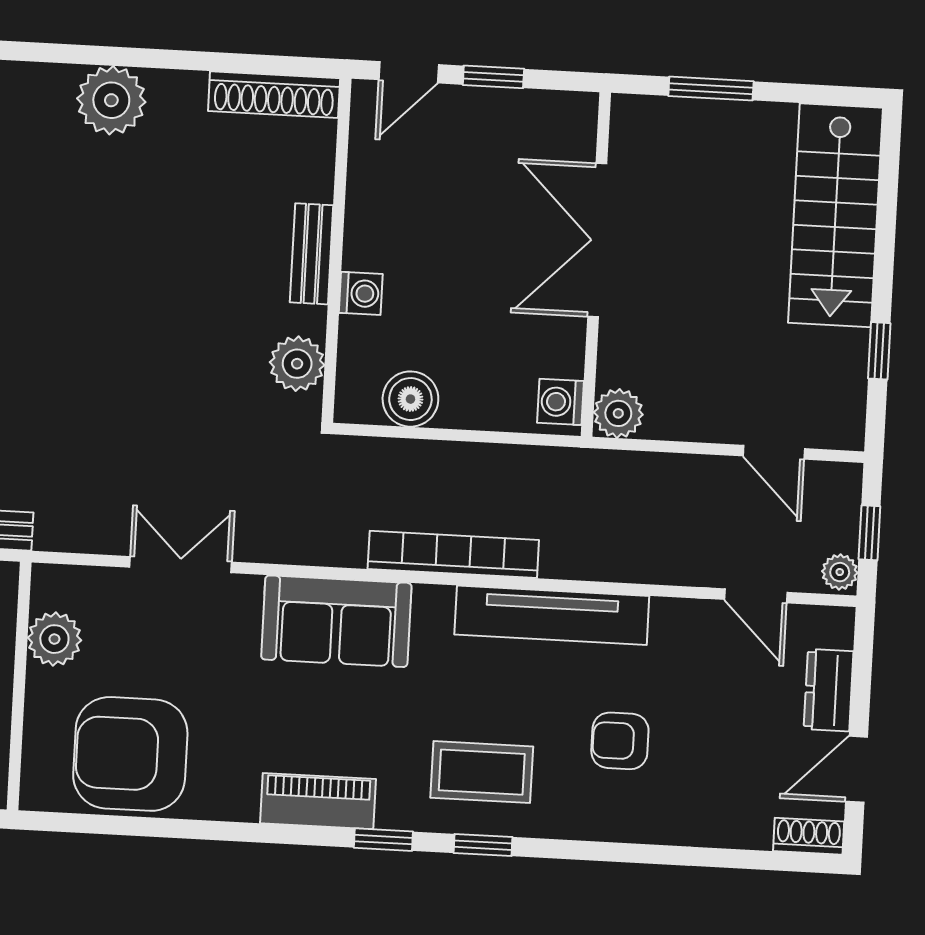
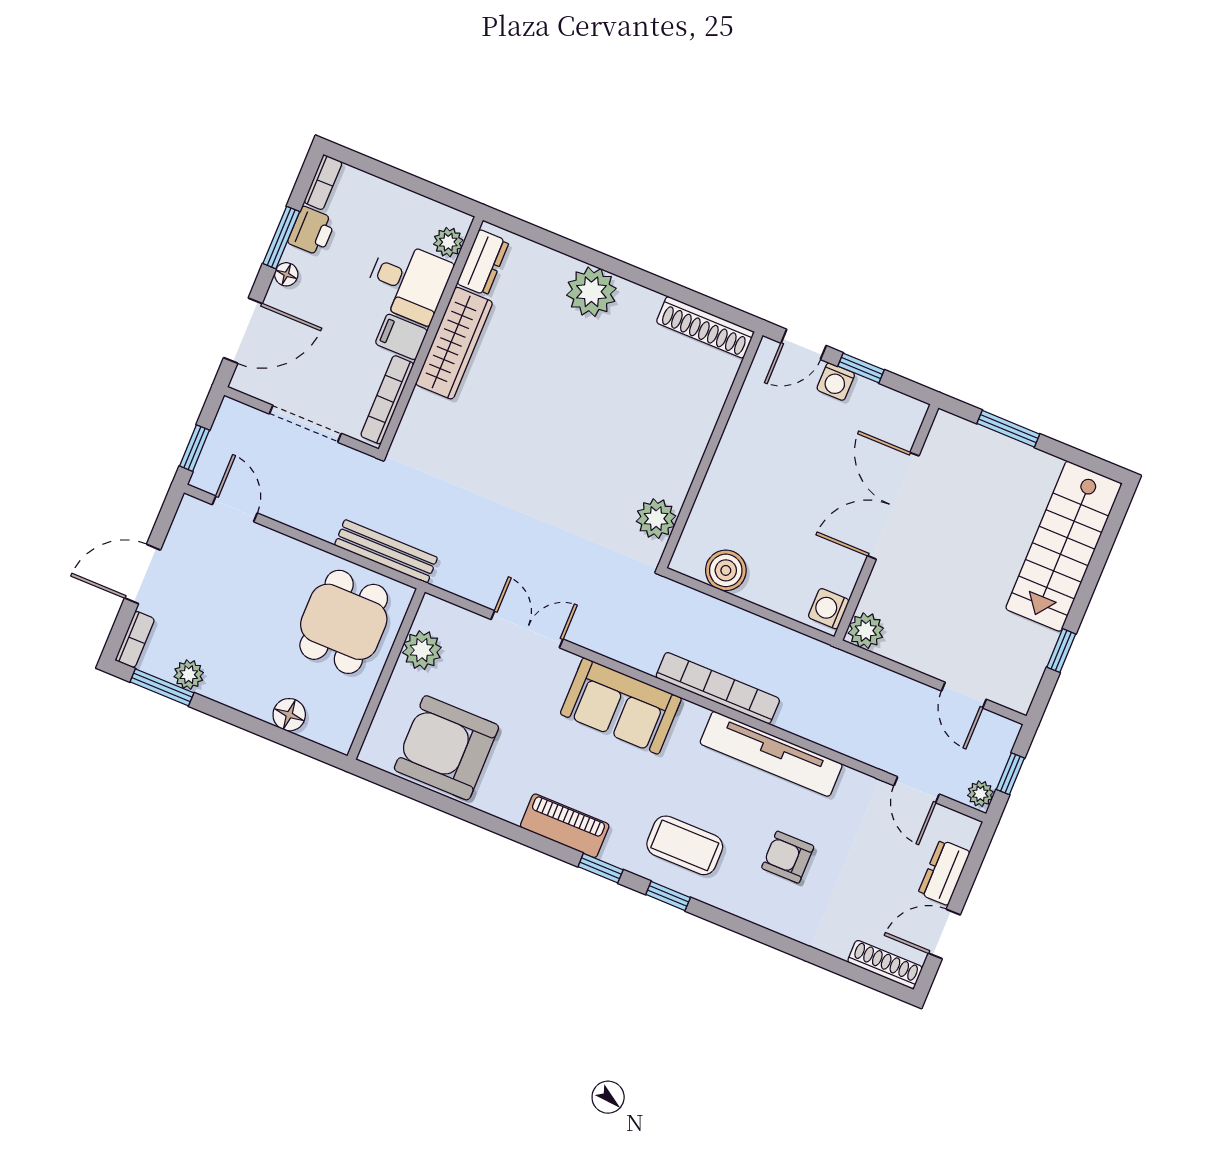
bench: (312, 254) -> (693, 446), removed
washing machine: (361, 293) -> (836, 382), moved, turned 90
shoe rack: (809, 836) -> (885, 964), width x1.43

